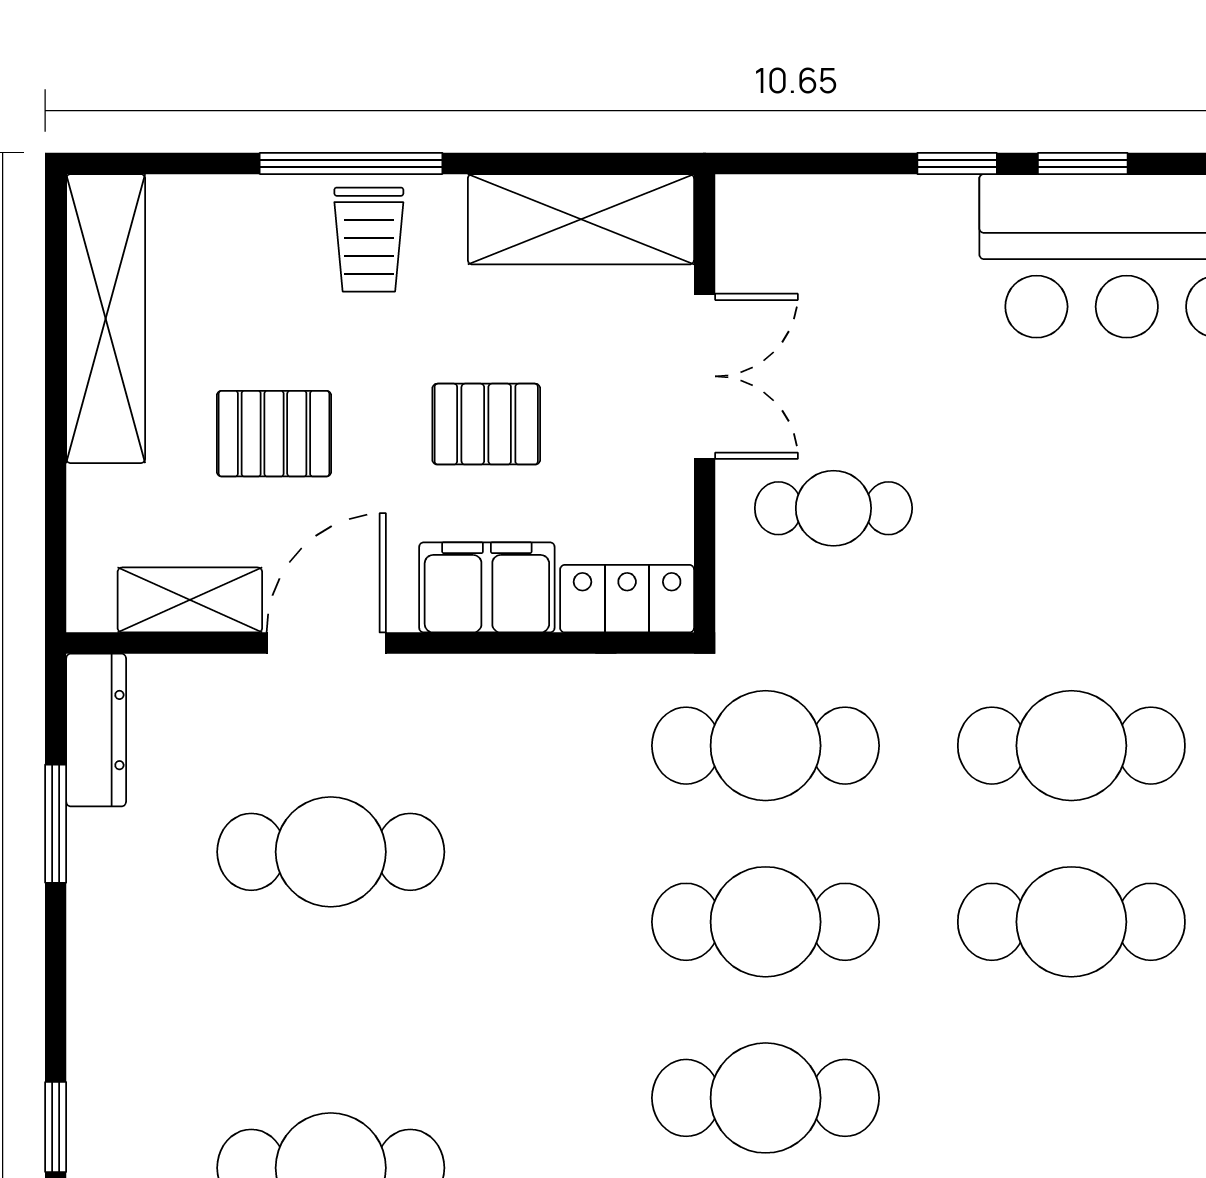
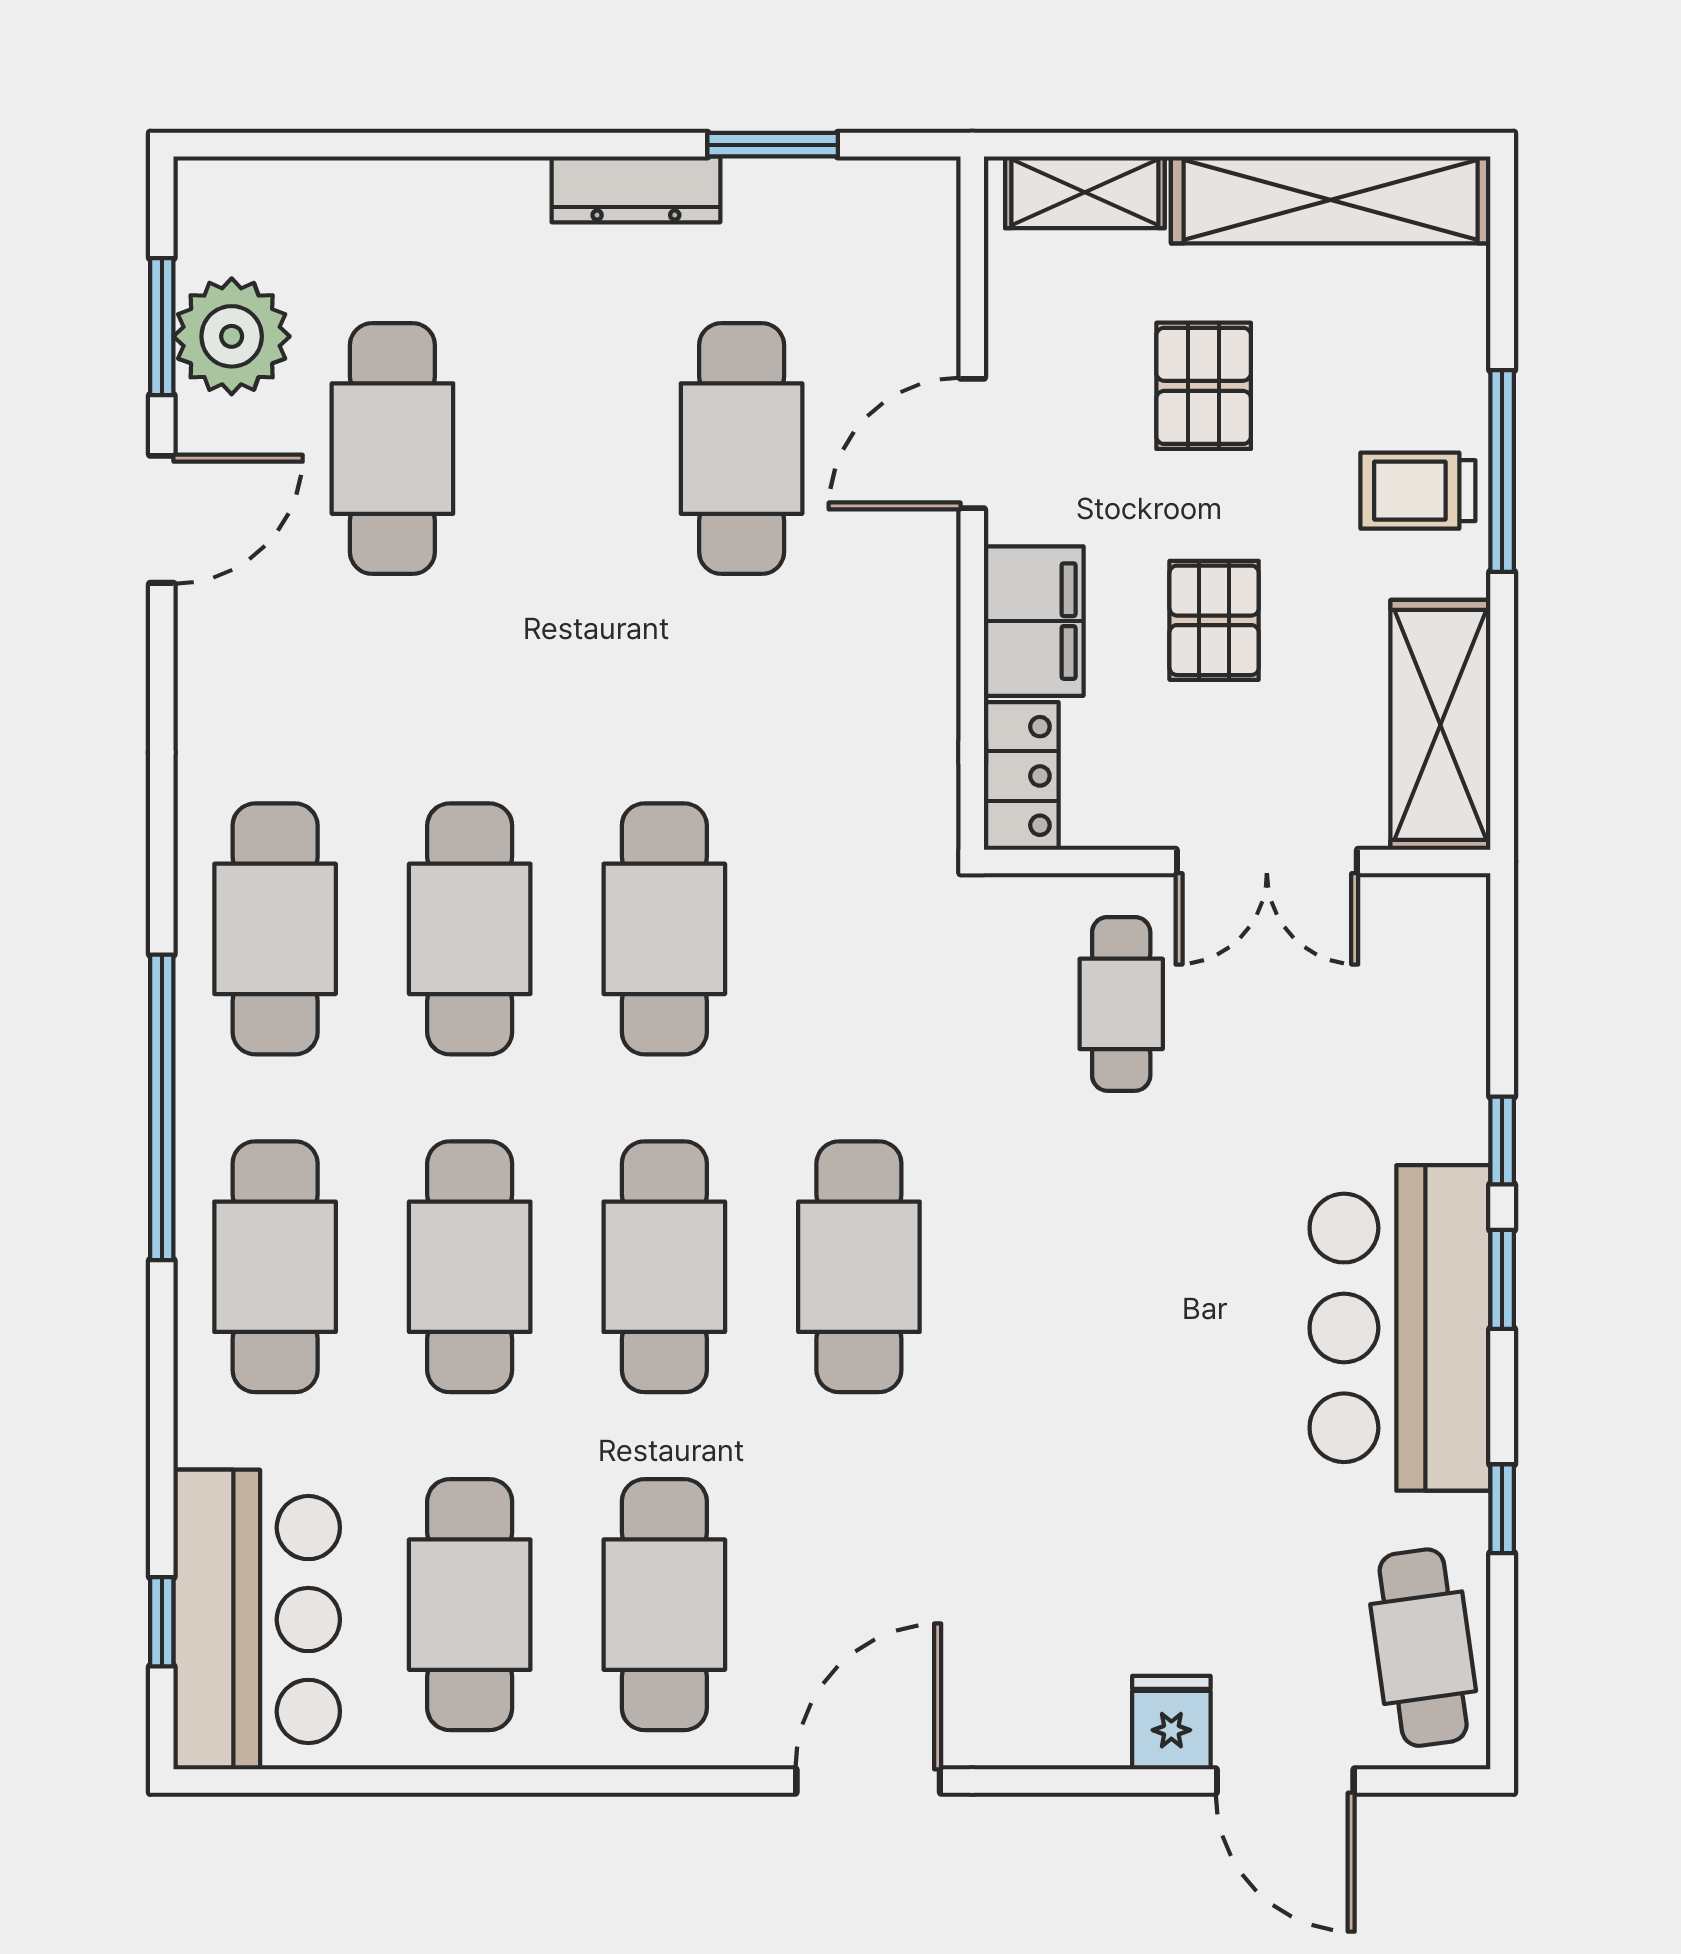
shelving: (190, 600) -> (1085, 192), moved, turned 90
door: (326, 643) -> (972, 444), swing flipped
dresser: (96, 730) -> (636, 189), moved
cafe table: (766, 746) -> (470, 1267), moved
window: (56, 1127) -> (438, 145), removed

